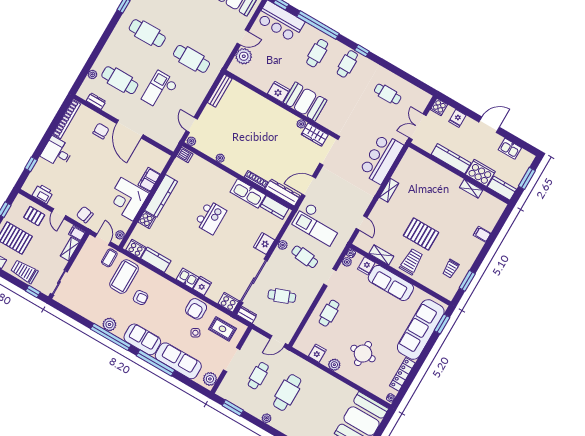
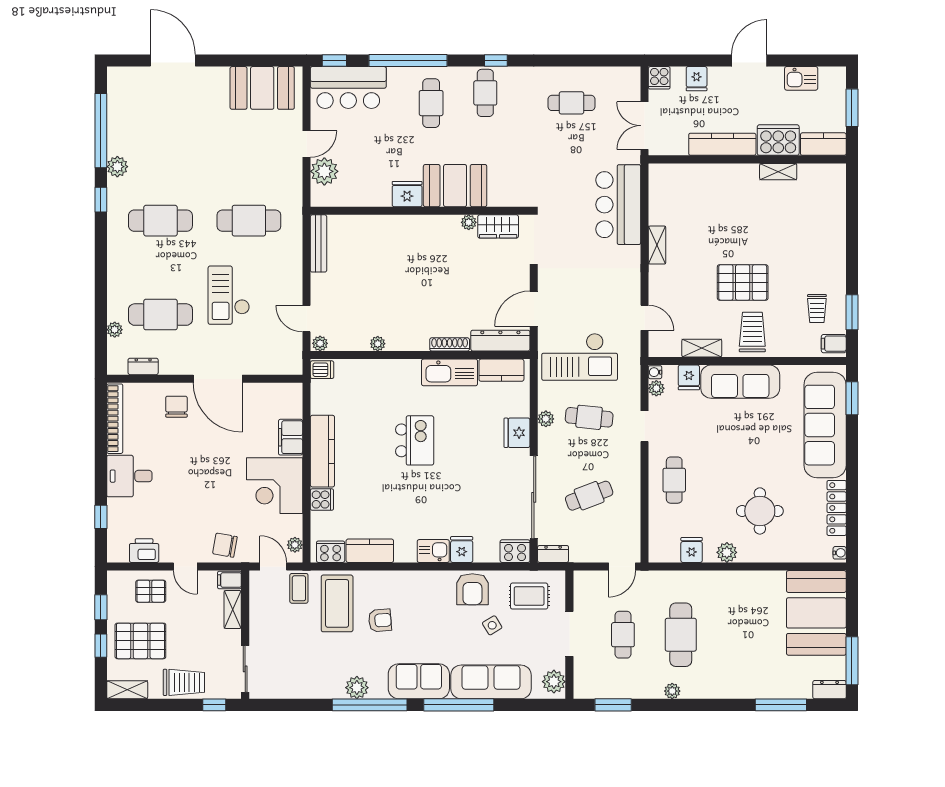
filing cabinet: (482, 234) -> (834, 344), moved
trolley: (24, 271) -> (184, 682), turned 180

